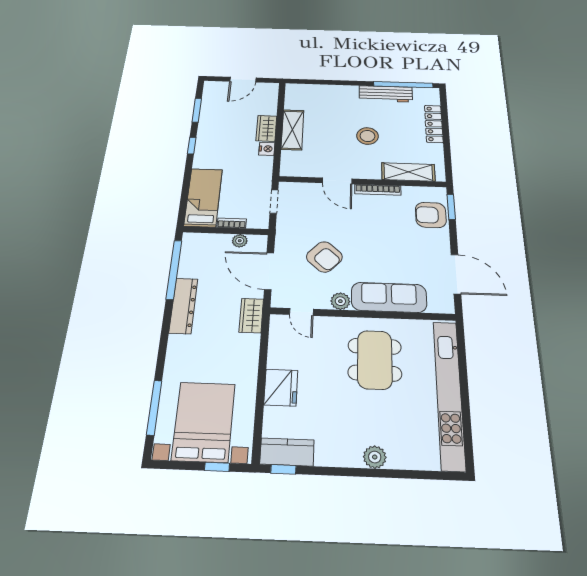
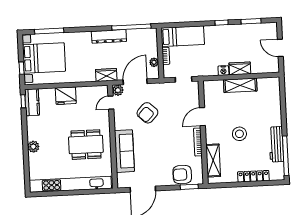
armchair: (431, 215) -> (182, 175), turned -90
plant: (340, 301) -> (118, 90), moved

